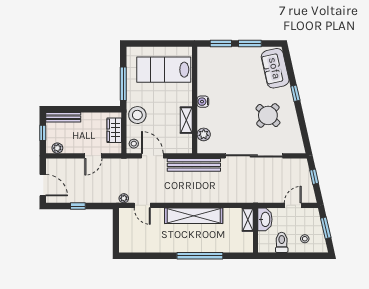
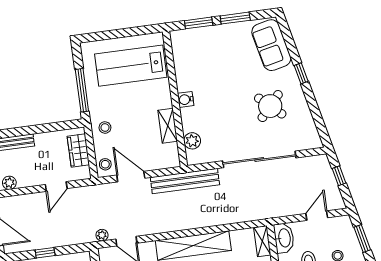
stool: (137, 115) -> (105, 127), width x0.53, depth x0.53

